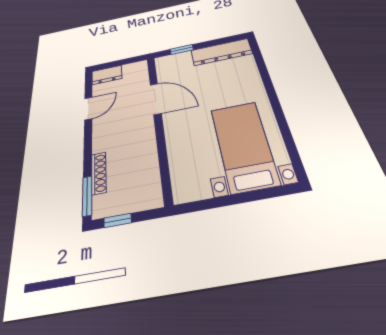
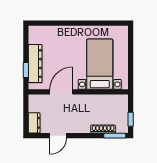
dresser: (221, 52) -> (35, 64), moved
door: (88, 108) -> (58, 136), swing flipped
bed with nightstands: (244, 145) -> (100, 64), moved, turned 90

